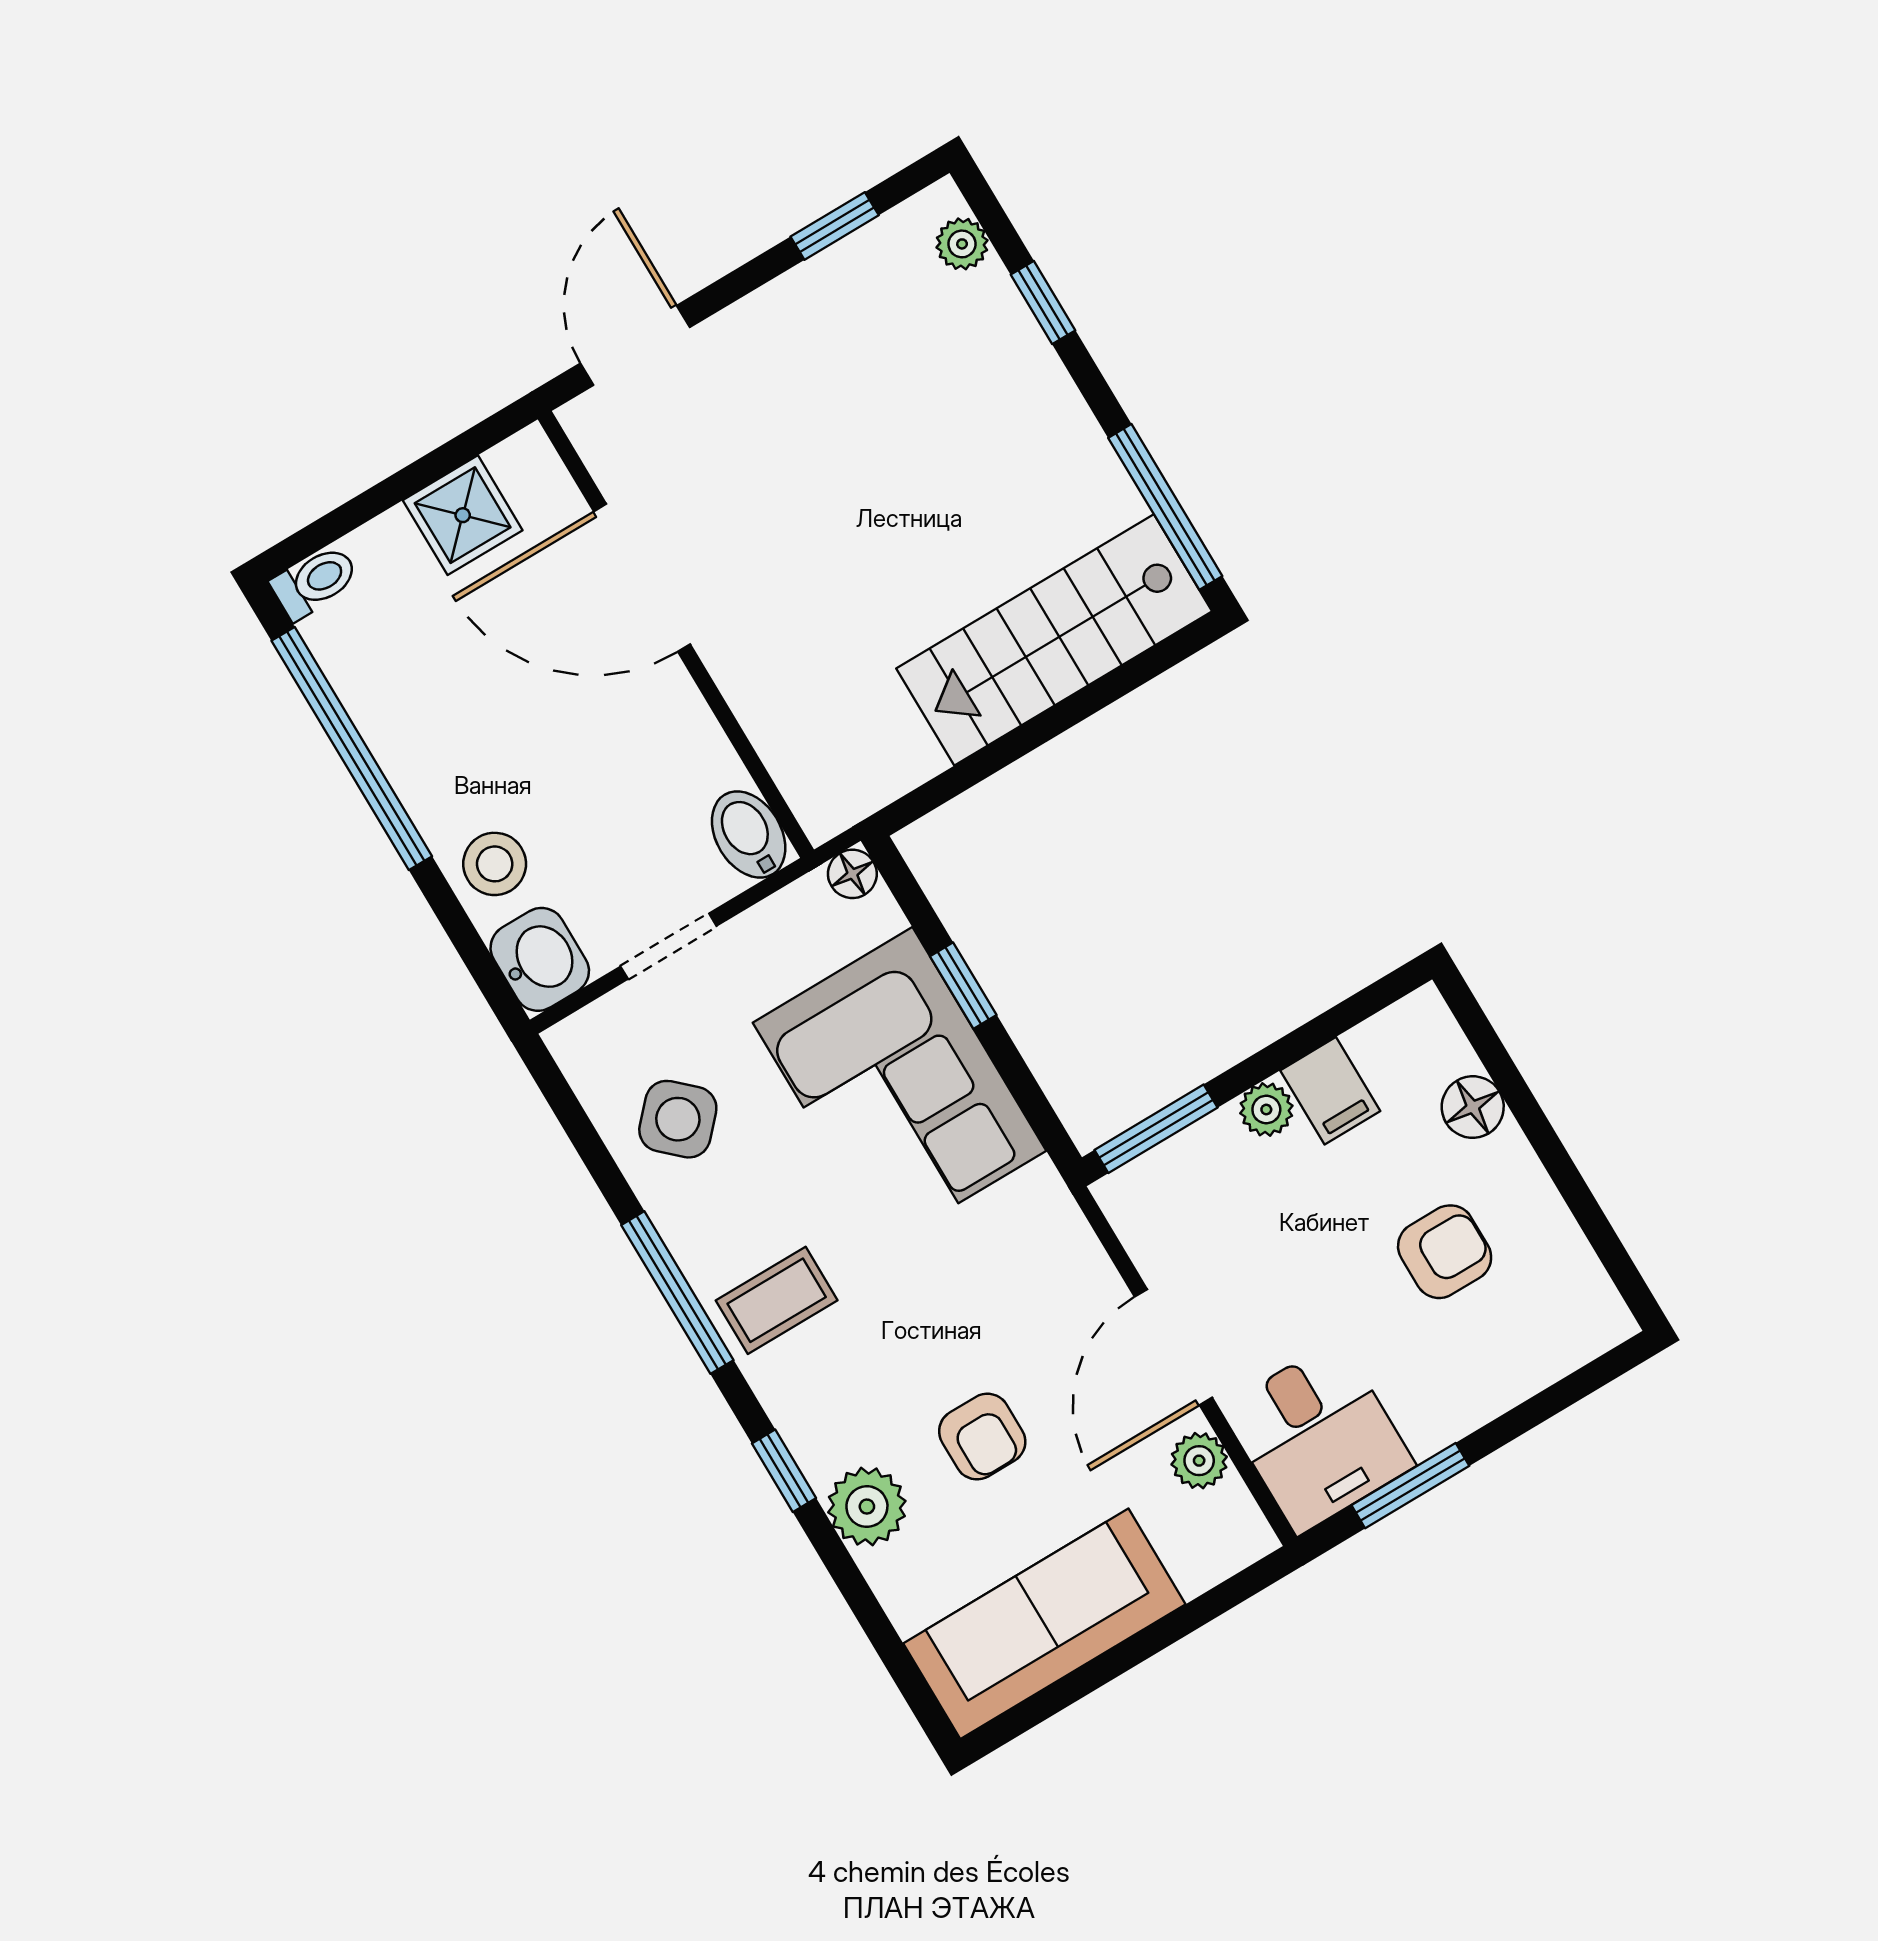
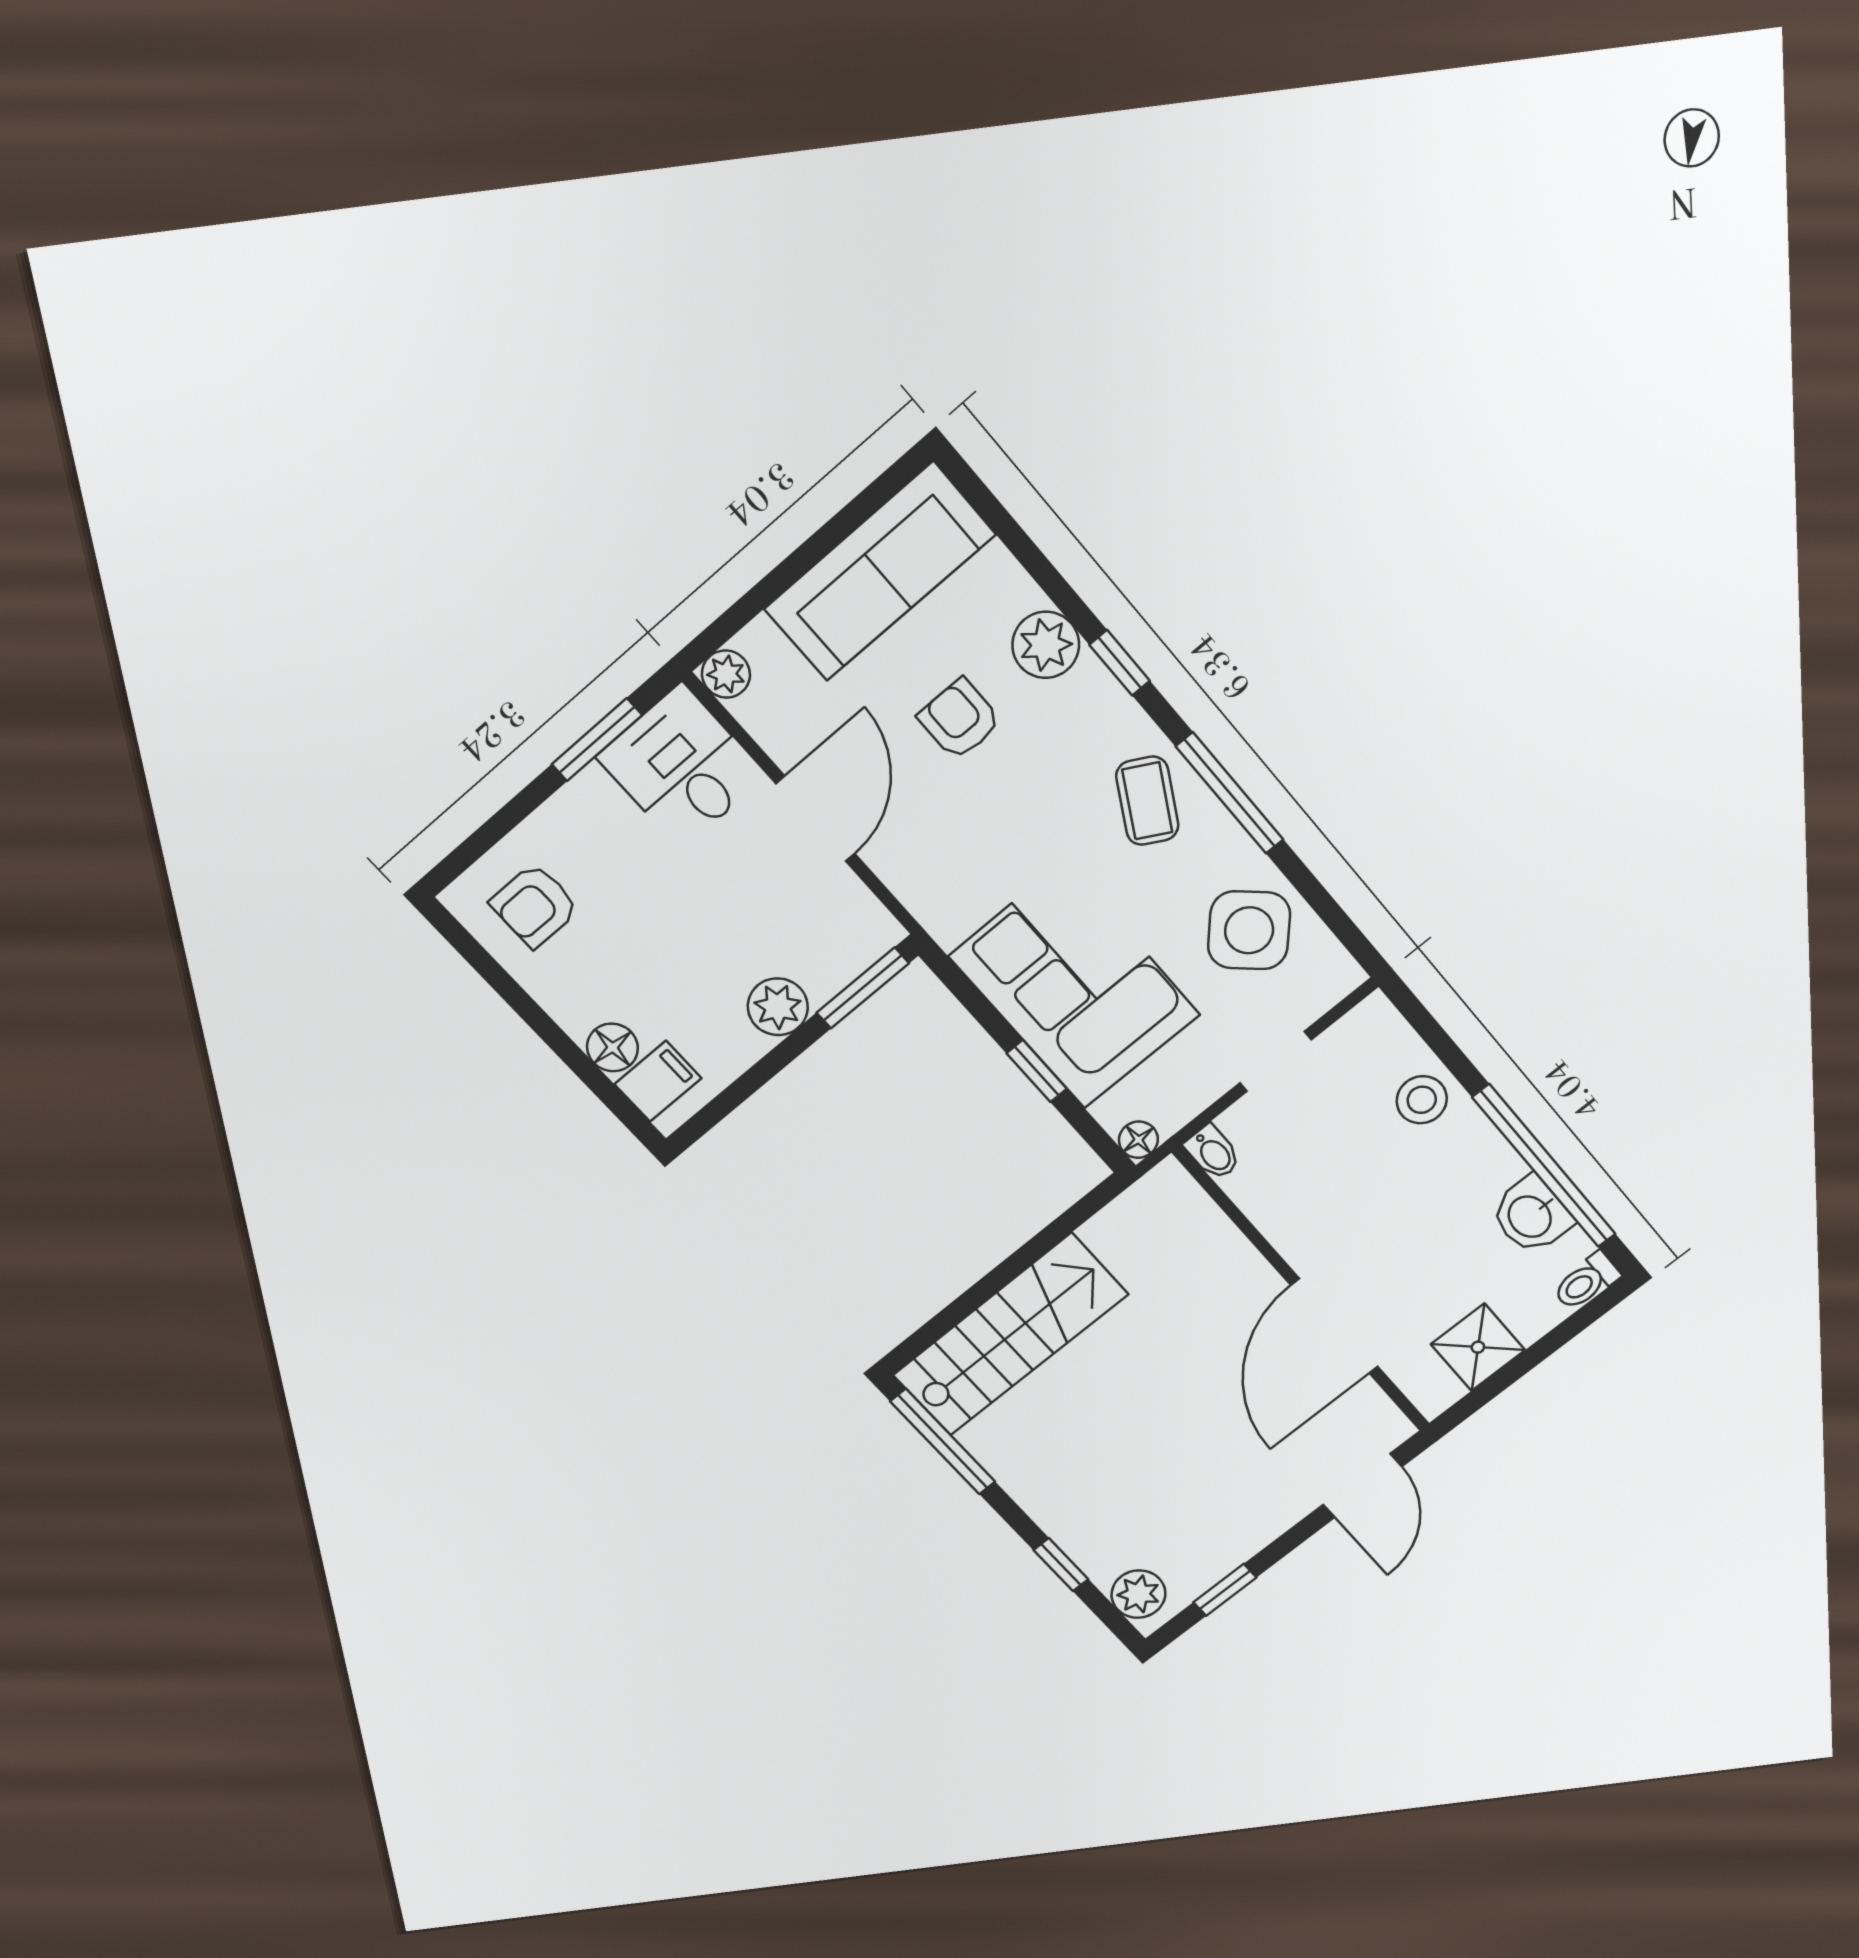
plant: (962, 244) -> (1138, 1594), width x1.38, depth x1.38
door: (642, 578) -> (1334, 1326), swing flipped
bidet: (749, 835) -> (1213, 1152), width x0.72, depth x0.74
washbasin: (540, 959) -> (1531, 1216), moved
filing cabinet: (1330, 1091) -> (658, 1081), moved, turned 90
plant: (1266, 1109) -> (778, 1007), width x1.38, depth x1.38
side table: (678, 1119) -> (1249, 930), width x1.37, depth x1.37
armchair: (1445, 1252) -> (535, 906), moved
coffee table: (777, 1300) -> (1147, 801), turned -61
plant: (1199, 1461) -> (726, 674), moved

